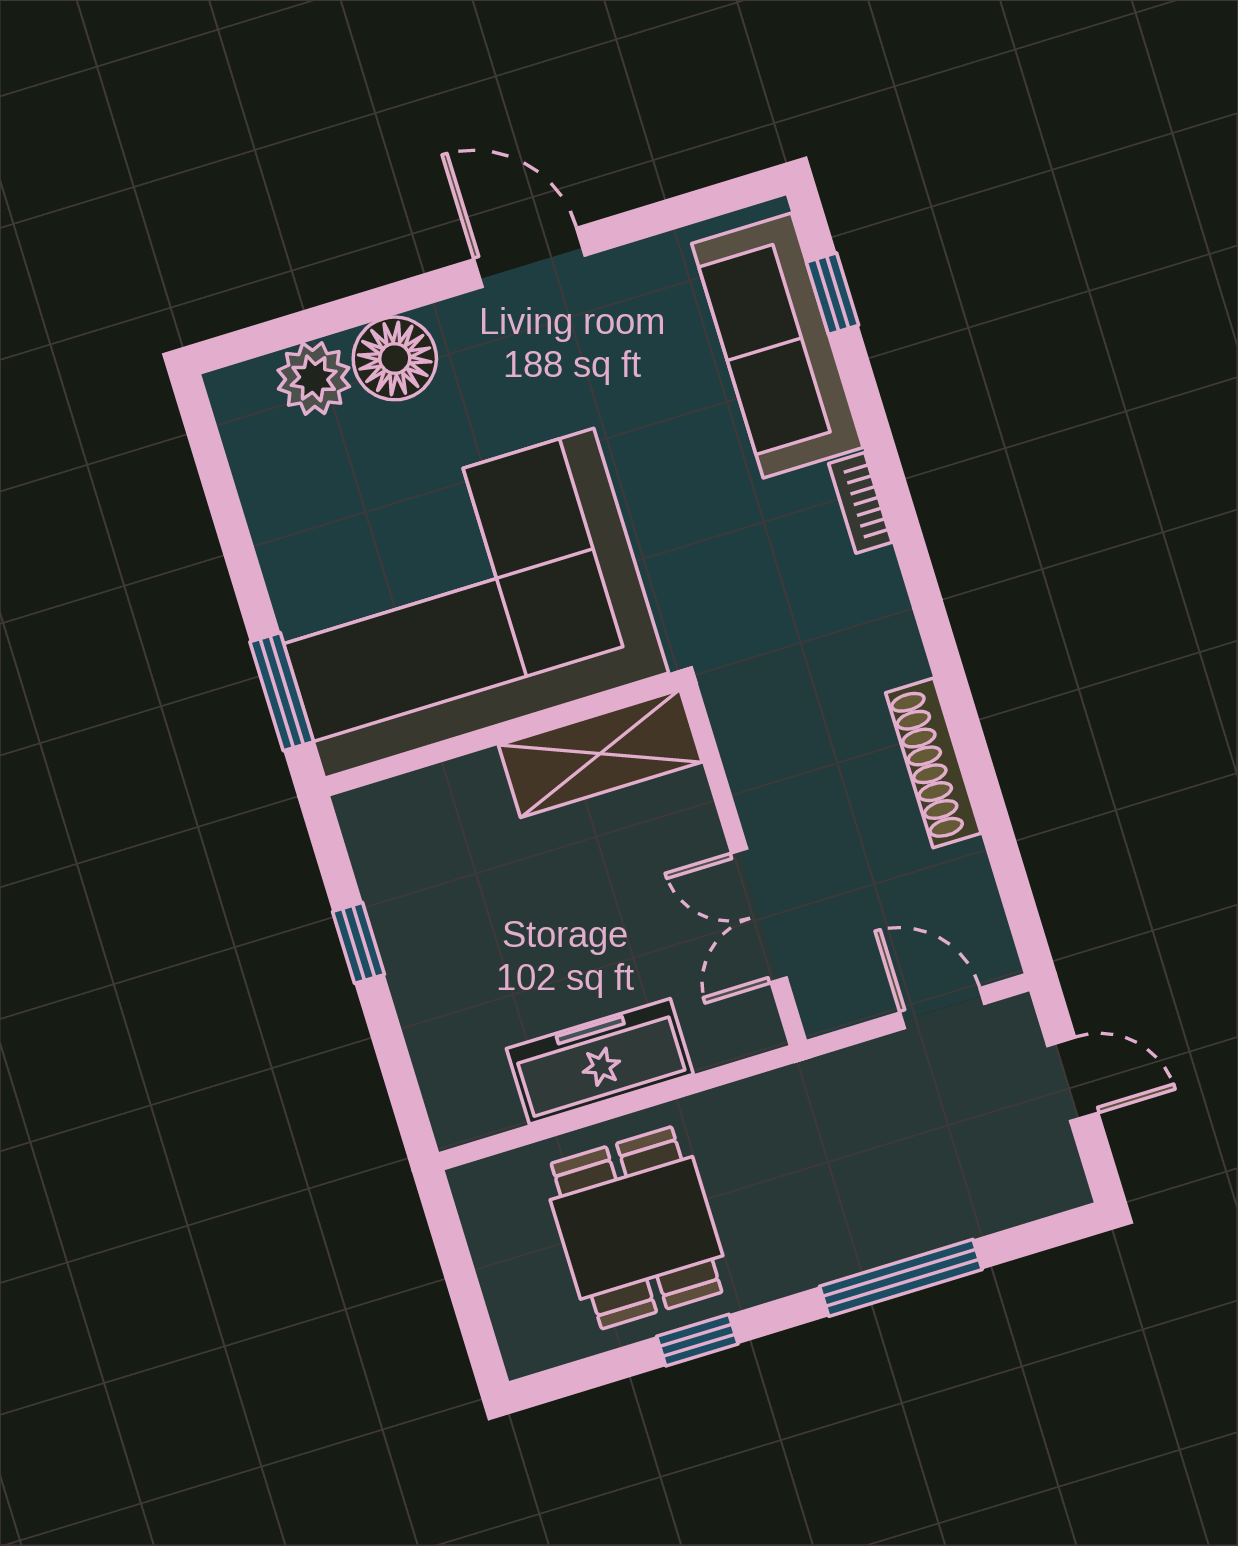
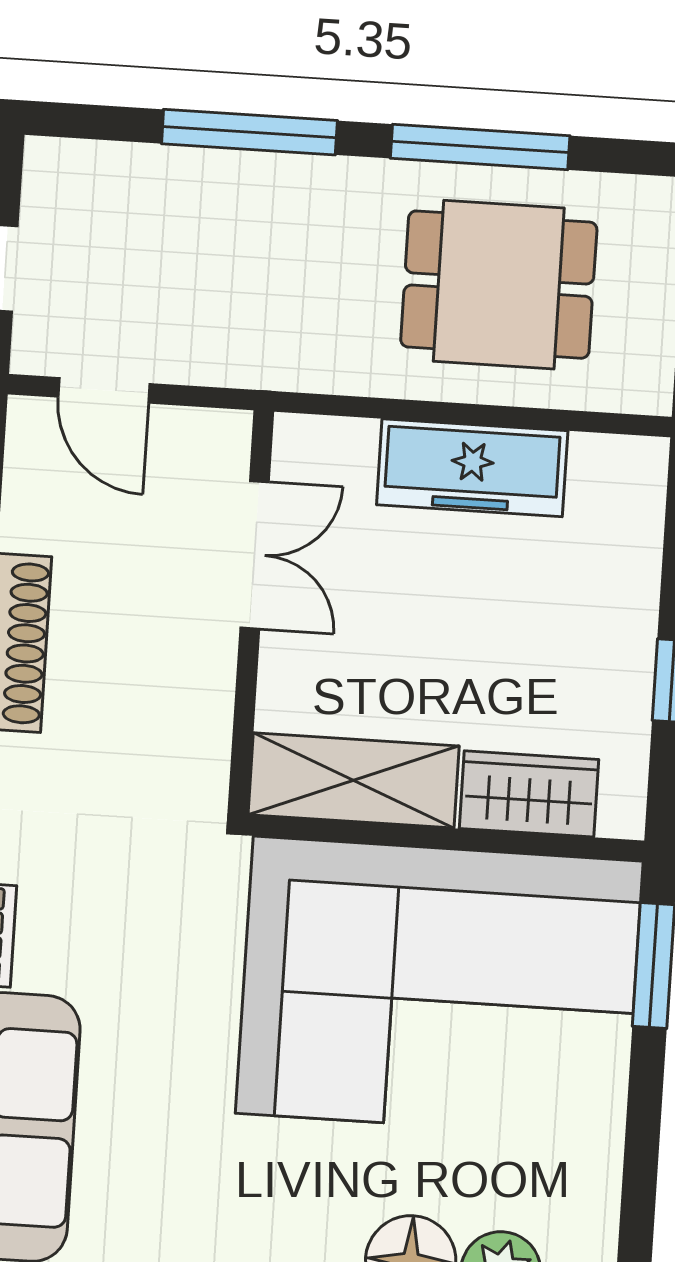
wardrobe: (445, 799) -> (529, 794), added
dining table: (637, 1228) -> (499, 285), turned 90
window: (697, 1340) -> (480, 147), width x2.17

